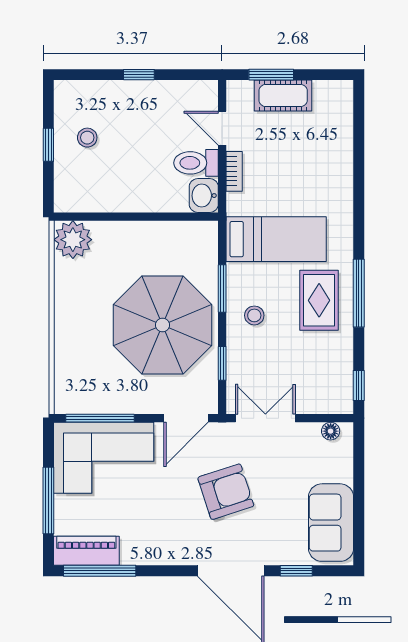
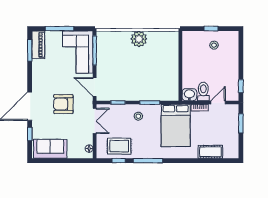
window: (139, 75) -> (241, 86), moved
cot: (283, 95) -> (210, 152), moved, turned 90
bed: (276, 239) -> (176, 125), width x1.50
plant: (73, 240) -> (139, 39), moved
rug: (319, 300) -> (119, 146), moved
parasol: (163, 325) -> (134, 77), removed
window: (359, 385) -> (119, 161), moved
armchair: (226, 492) -> (63, 104), turned 108
window: (100, 571) -> (30, 50), width x0.69

